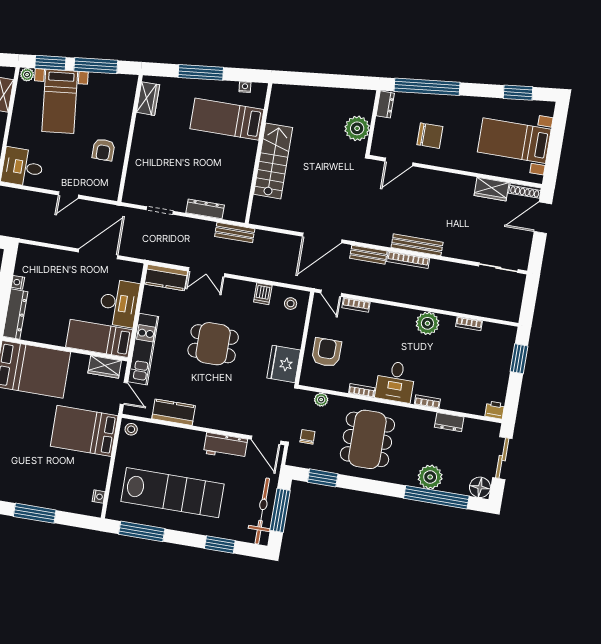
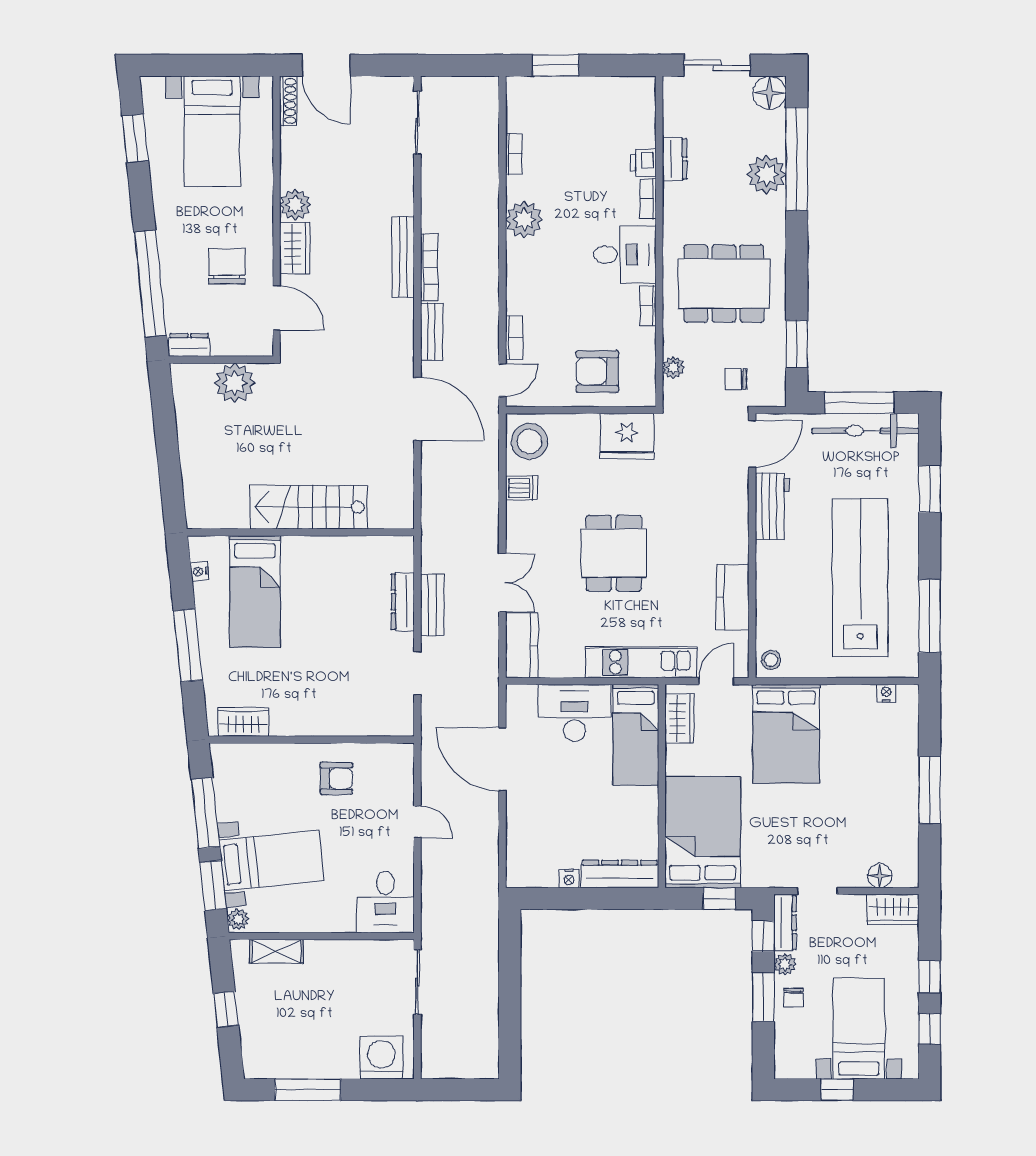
plant: (460, 184) -> (295, 205), added
wardrobe: (492, 189) -> (295, 248), moved
bench: (235, 233) -> (432, 605), moved
stool: (291, 304) -> (530, 441), width x1.89, depth x1.89
printer: (495, 410) -> (643, 163), moved

